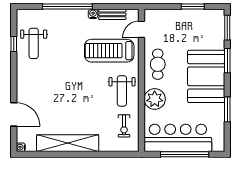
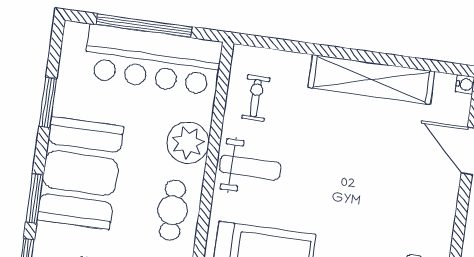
weight bench: (122, 91) -> (250, 167), turned 90

